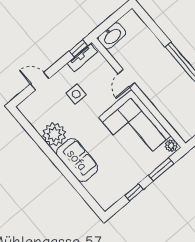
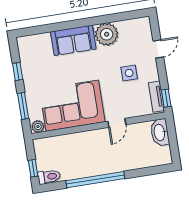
door: (126, 78) -> (117, 123), swing flipped

